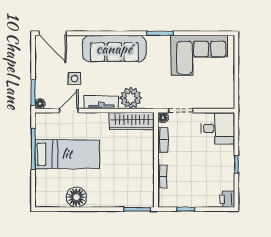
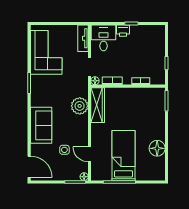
door: (53, 33) -> (29, 167), hinge flipped
sofa: (114, 49) -> (41, 125), width x0.73
tv unit: (101, 102) -> (83, 38), moved
printer: (227, 199) -> (123, 31), moved

